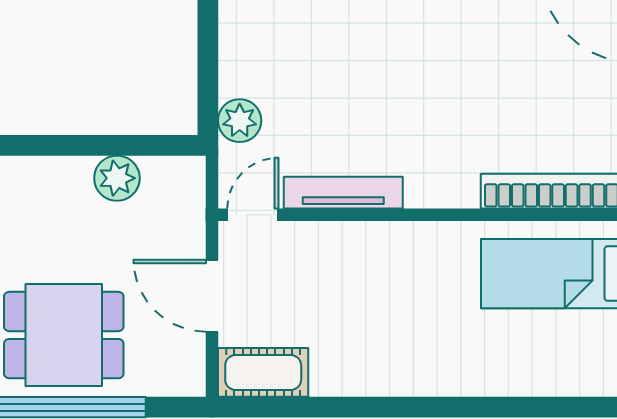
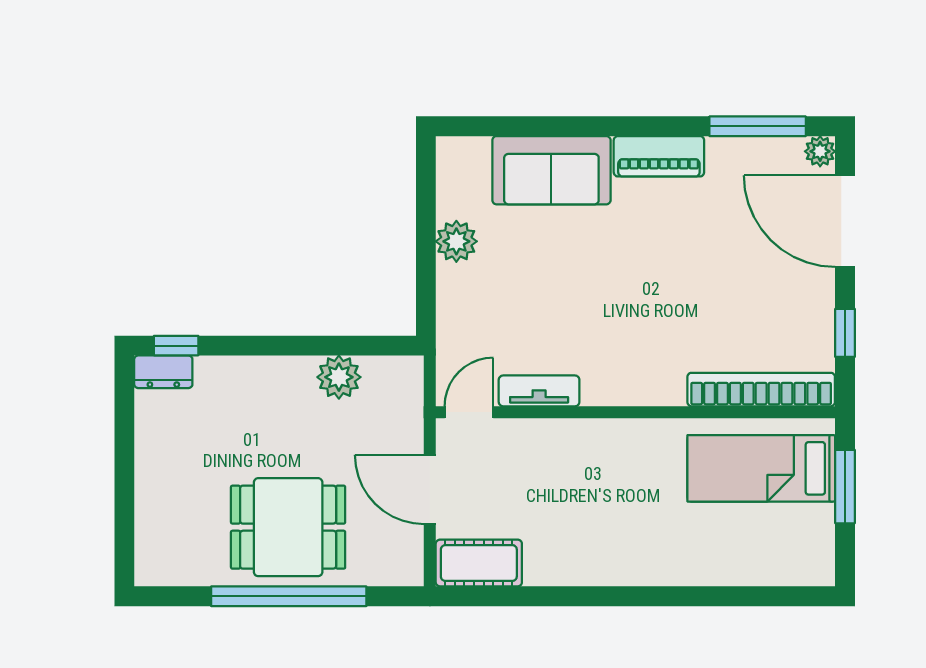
plant: (240, 121) -> (456, 241), moved
tv unit: (343, 193) -> (539, 391), width x0.71

